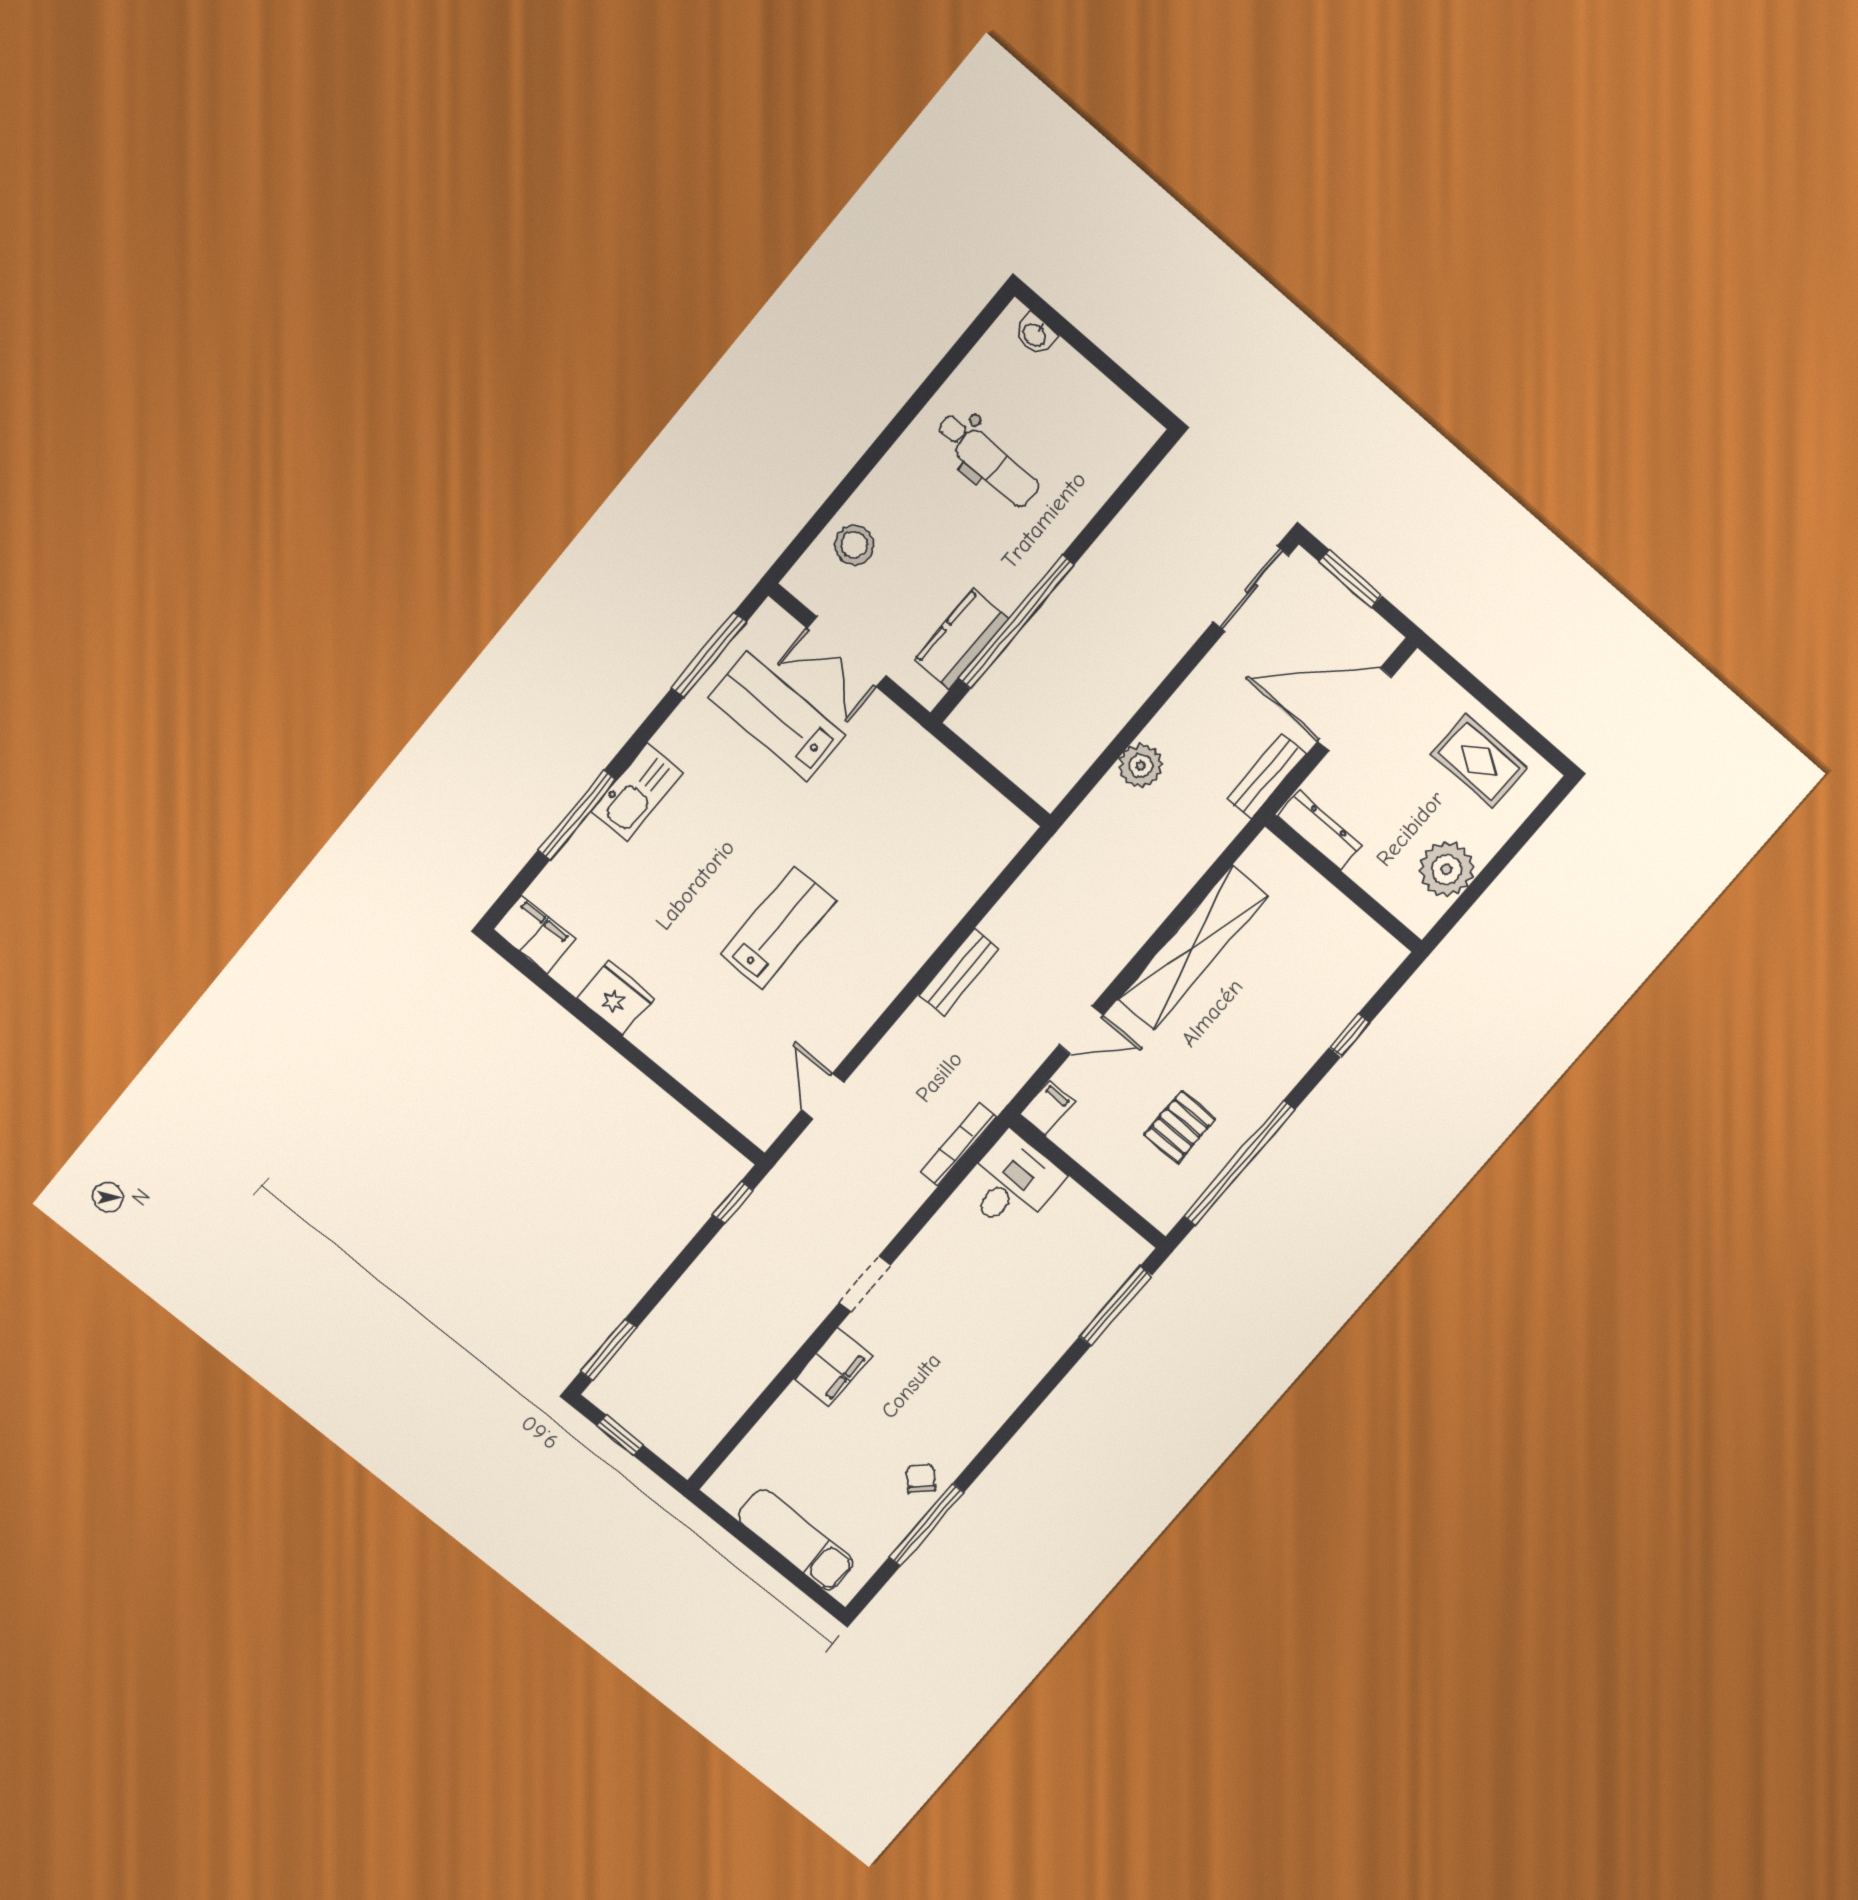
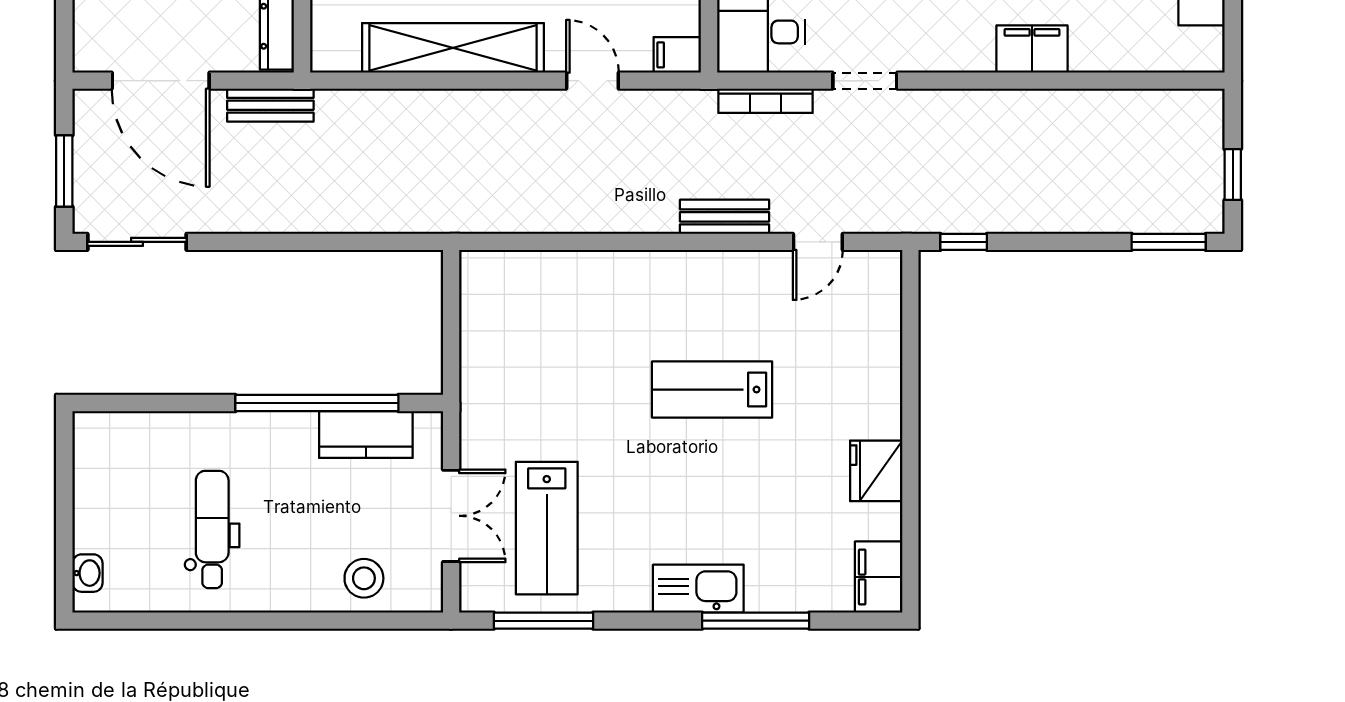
plant: (1141, 766) -> (345, 211), removed
bench: (959, 972) -> (724, 217), moved
doorway: (865, 1284) -> (865, 81), moved

